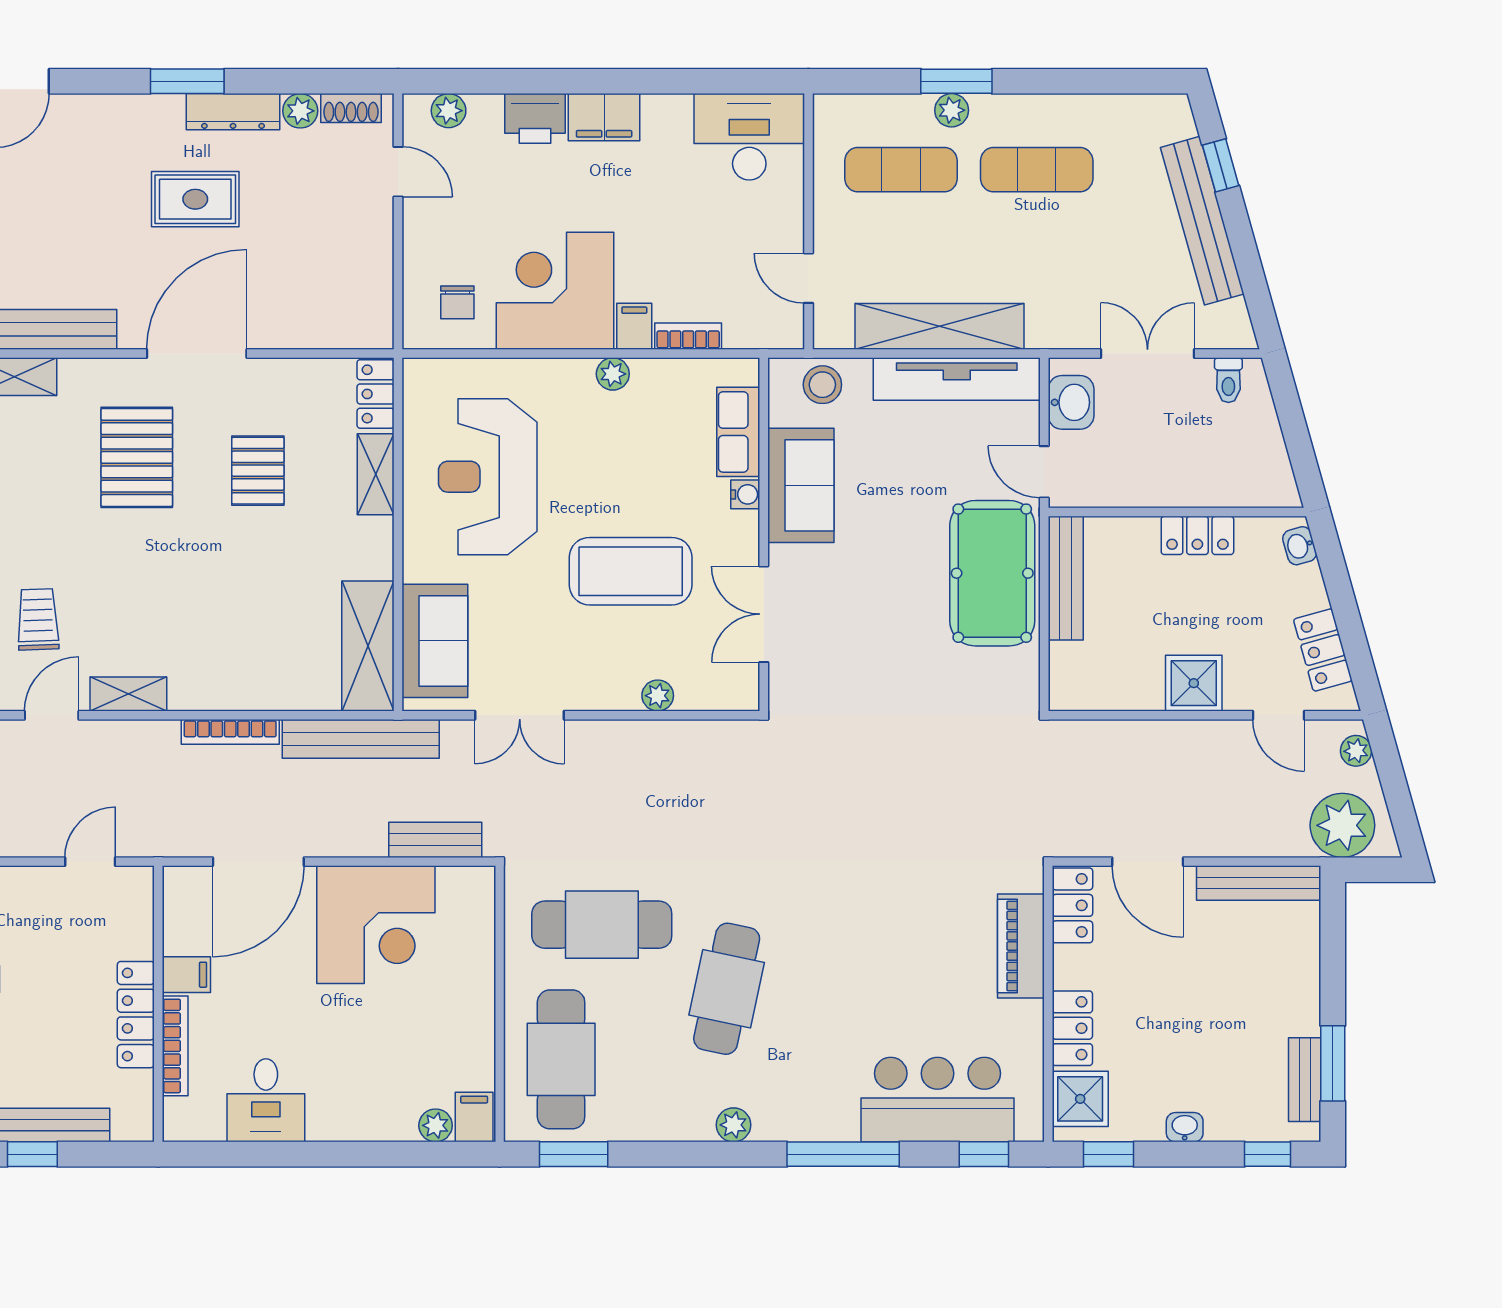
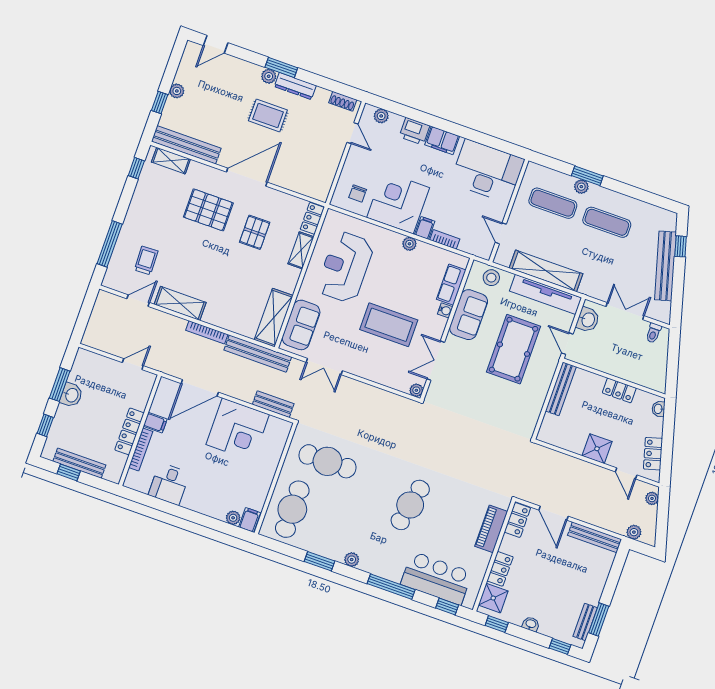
plant: (300, 111) -> (269, 76), moved
desk: (749, 137) -> (487, 171), width x1.36, depth x1.30
pallet: (137, 457) -> (208, 210), turned 90
pool table: (992, 573) -> (513, 349), moved
shelving: (128, 694) -> (180, 303), width x1.50, depth x1.33
plant: (658, 696) -> (416, 390), moved
plant: (1342, 825) -> (634, 532), width x0.53, depth x0.53
cafe table: (727, 989) -> (410, 505), moved
window: (574, 1154) -> (319, 561), moved

